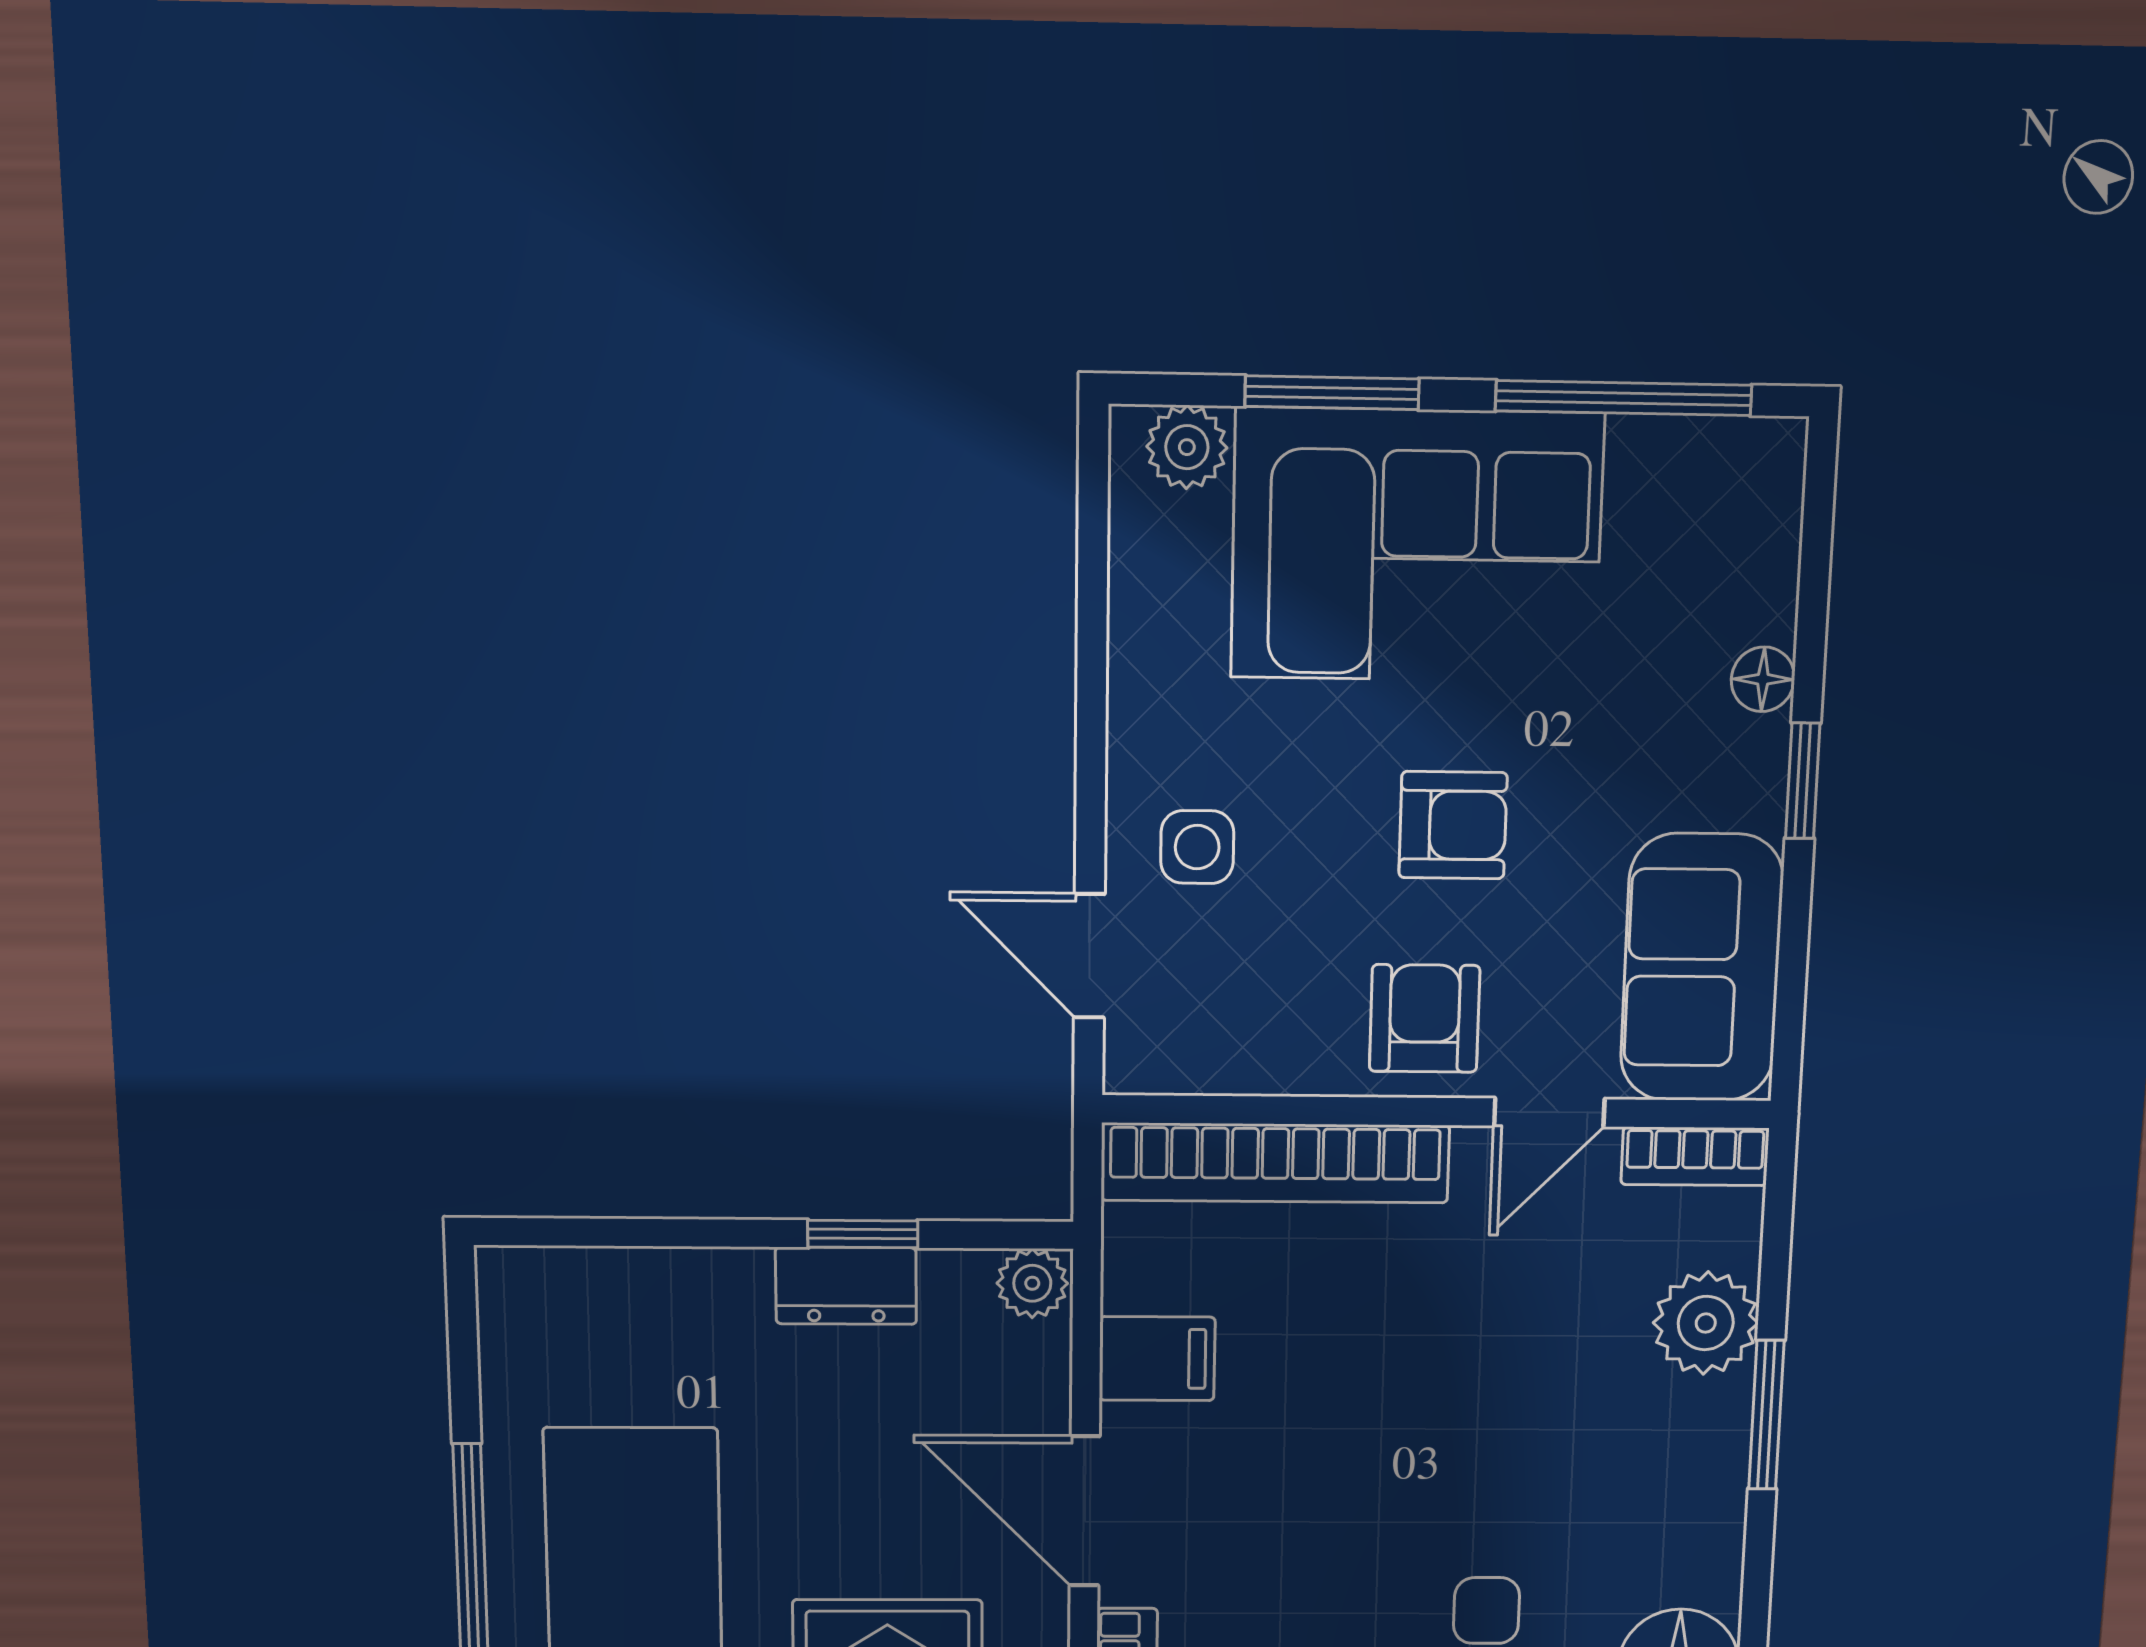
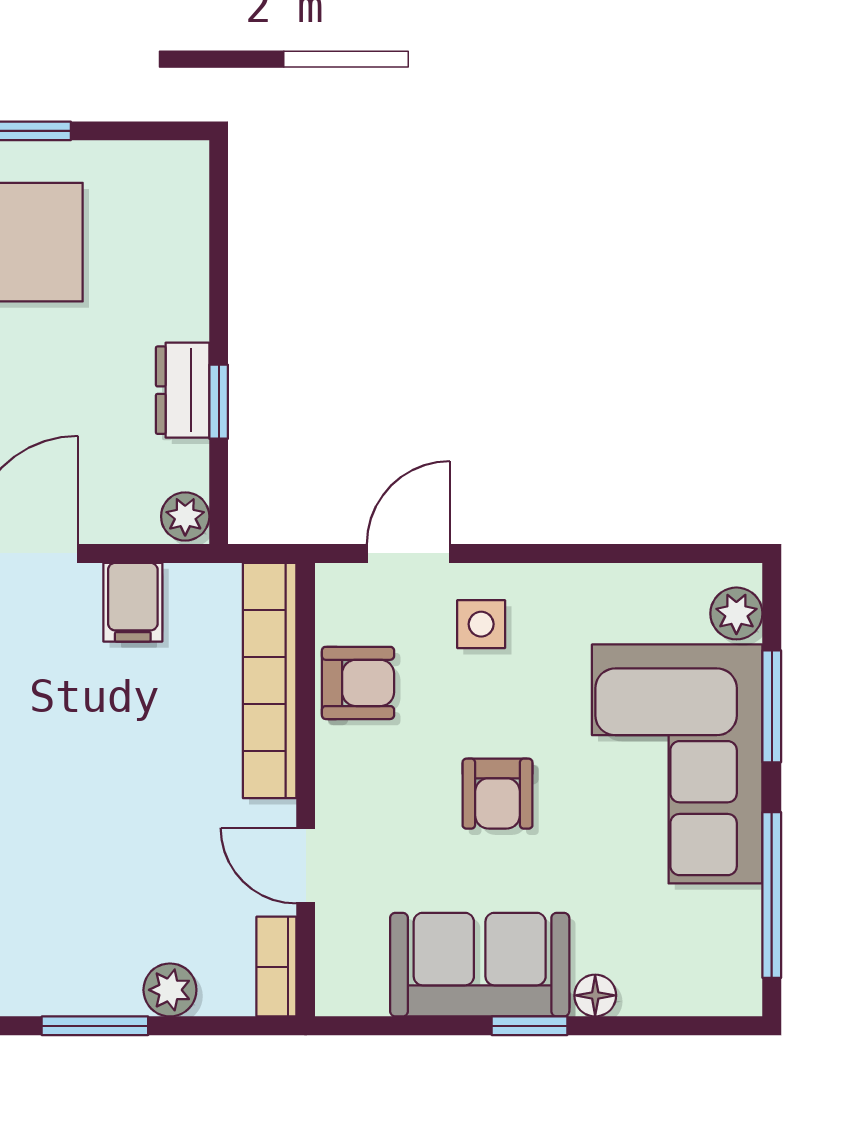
sofa: (1702, 968) -> (480, 965), moved
armchair: (1425, 1018) -> (358, 683), moved
plant: (1706, 1323) -> (170, 990), width x0.73, depth x0.73

